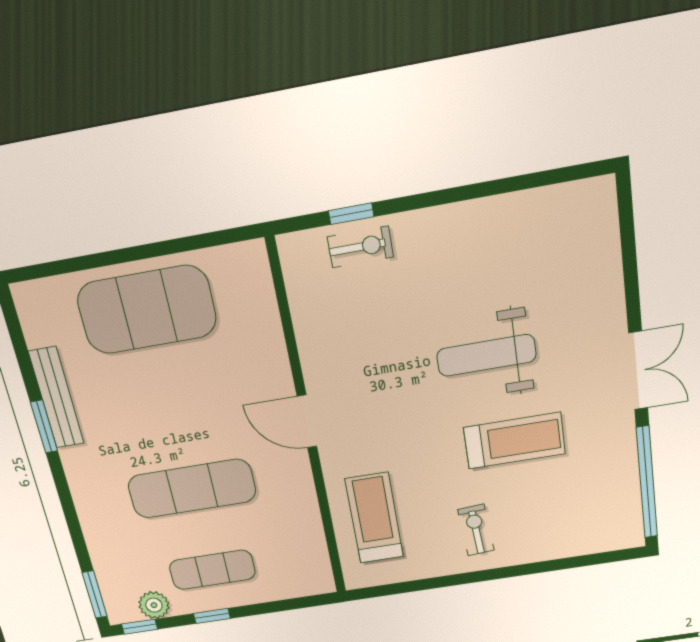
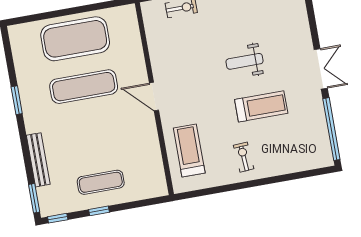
weight bench: (486, 355) -> (245, 61), width x0.73, depth x0.75
bench: (56, 398) -> (38, 160), moved
exercise mat: (192, 489) -> (84, 87), moved
plant: (154, 605) -> (67, 204), removed

